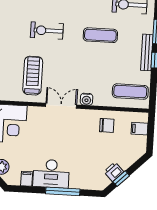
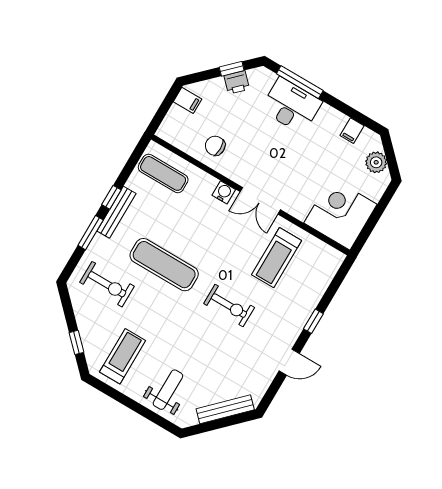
exercise mat: (100, 35) -> (164, 265), width x1.36, depth x1.45
filing cabinet: (139, 129) -> (187, 100), moved
desk: (51, 174) -> (291, 106), moved
window: (63, 191) -> (300, 82), moved

